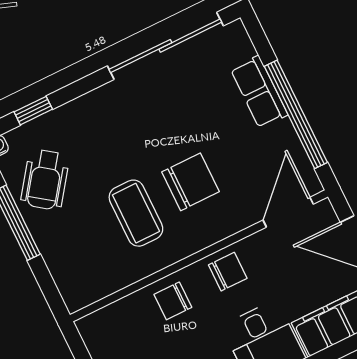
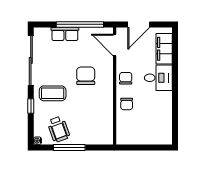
window: (33, 111) -> (31, 106), moved
wheelchair: (45, 180) -> (58, 129), turned 34
coffee table: (136, 213) -> (53, 93), moved

